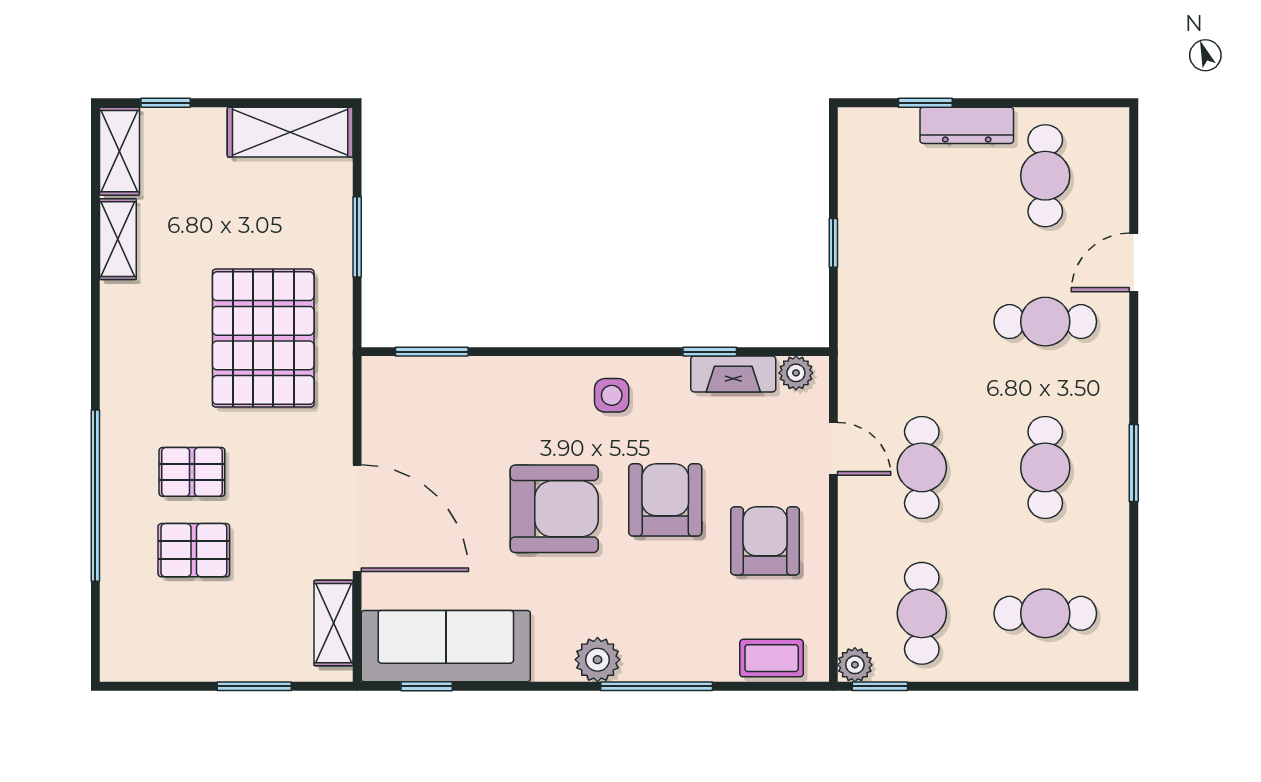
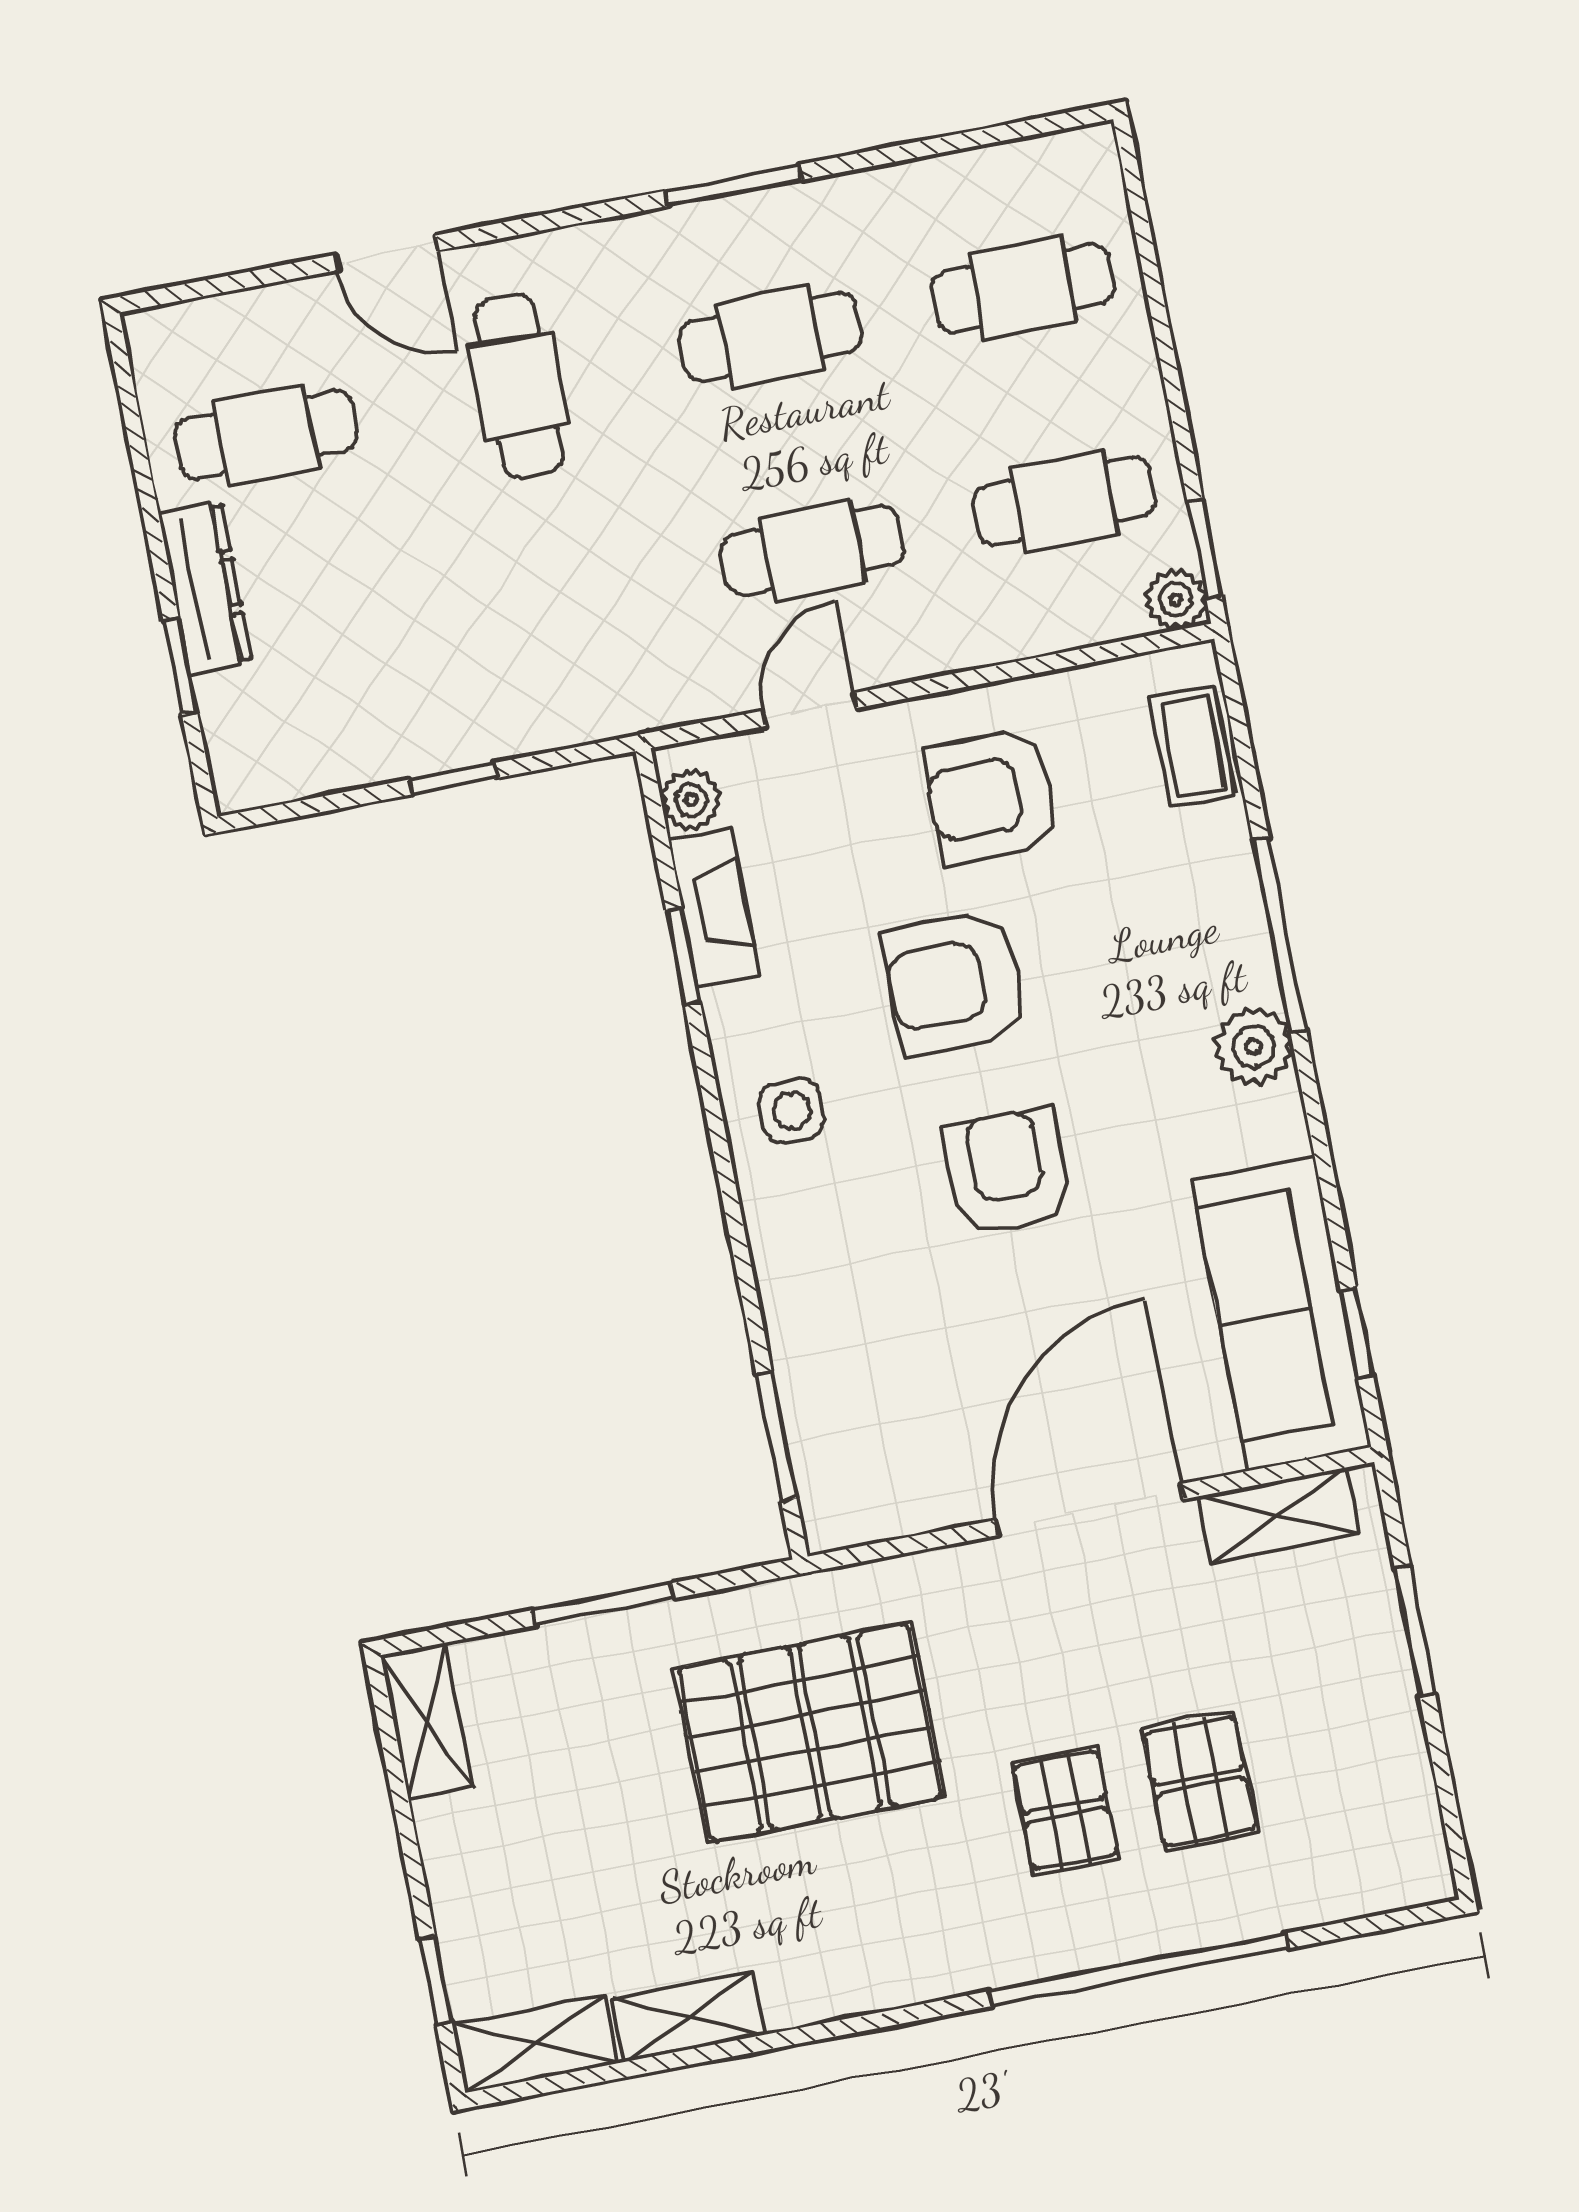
shelving: (290, 132) -> (427, 1721), width x0.67, depth x0.75
armchair: (554, 509) -> (1007, 1172), width x0.73, depth x0.73
cafe table: (1045, 613) -> (1023, 288), turned 90

